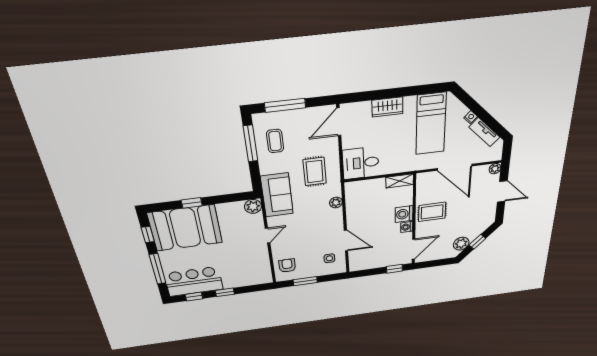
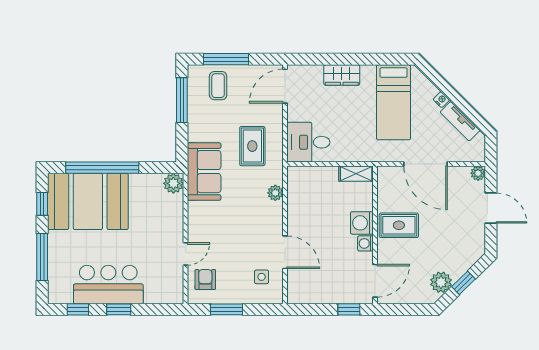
coffee table: (275, 141) -> (218, 86), moved
window: (192, 203) -> (102, 168), width x3.17
door: (267, 236) -> (186, 254), moved
bar counter: (194, 281) -> (108, 285), moved

